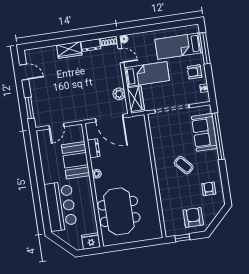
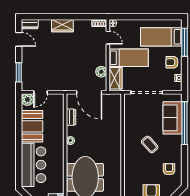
dresser: (91, 45) -> (30, 24), moved
plant: (43, 136) -> (27, 100), added
booth: (76, 160) -> (32, 126), moved

